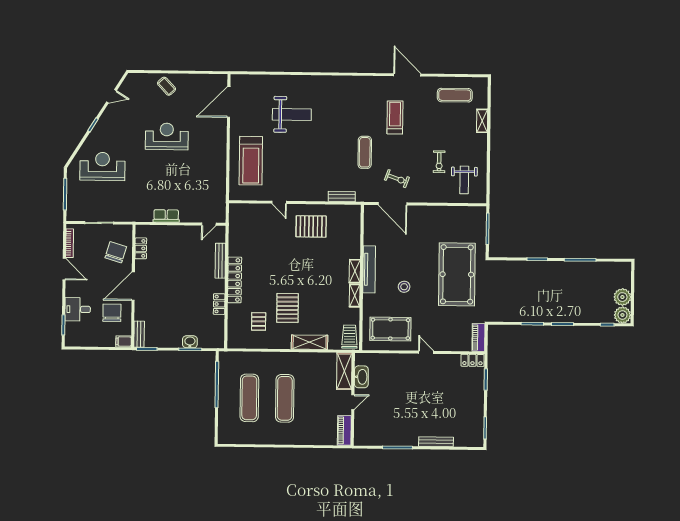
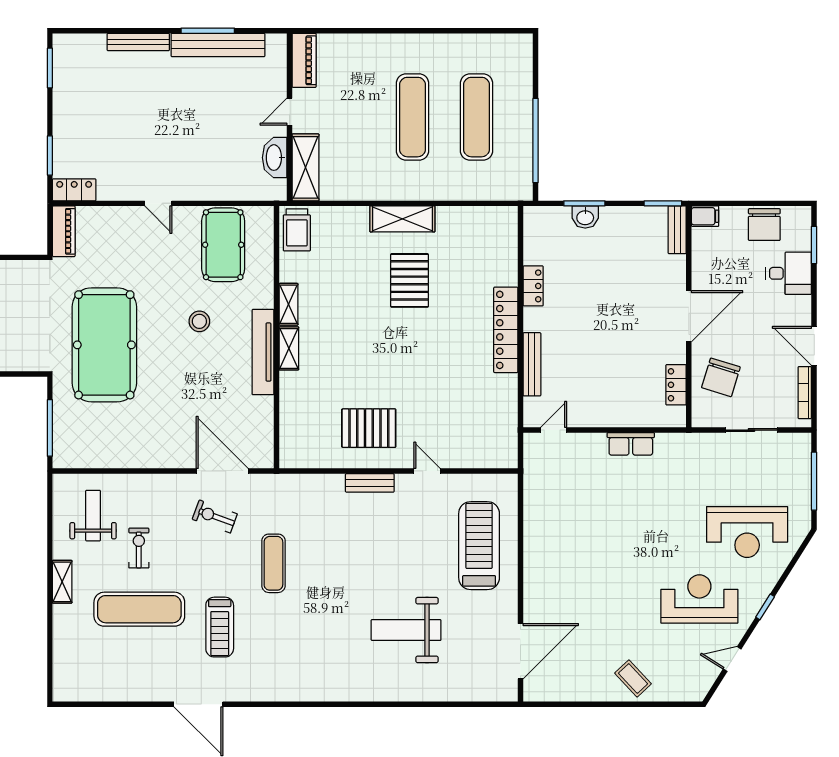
exercise mat: (455, 95) -> (139, 609), moved, width x1.36, depth x1.45
shelving: (482, 121) -> (62, 582), moved
reception desk: (167, 136) -> (699, 599), moved, turned 180
bench: (342, 197) -> (370, 483), moved
chair: (112, 313) -> (764, 225), moved
pallet: (259, 321) -> (461, 255), removed
pool table: (390, 329) -> (223, 245), turned 90
shelving: (310, 342) -> (402, 219), moved
bench: (392, 440) -> (218, 45), added

